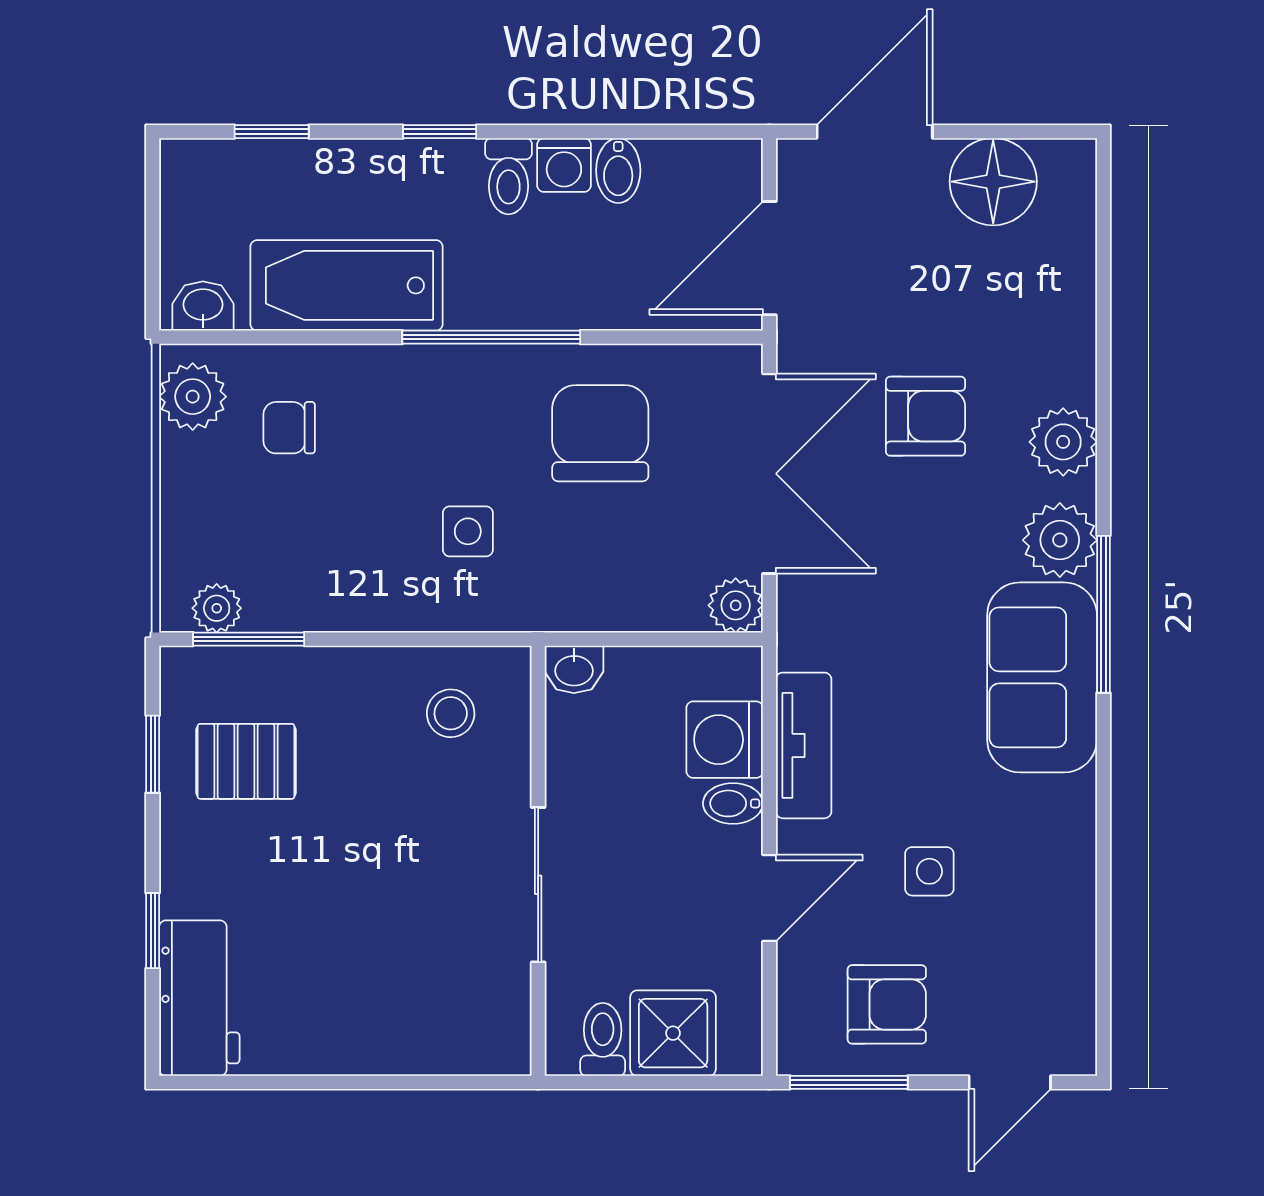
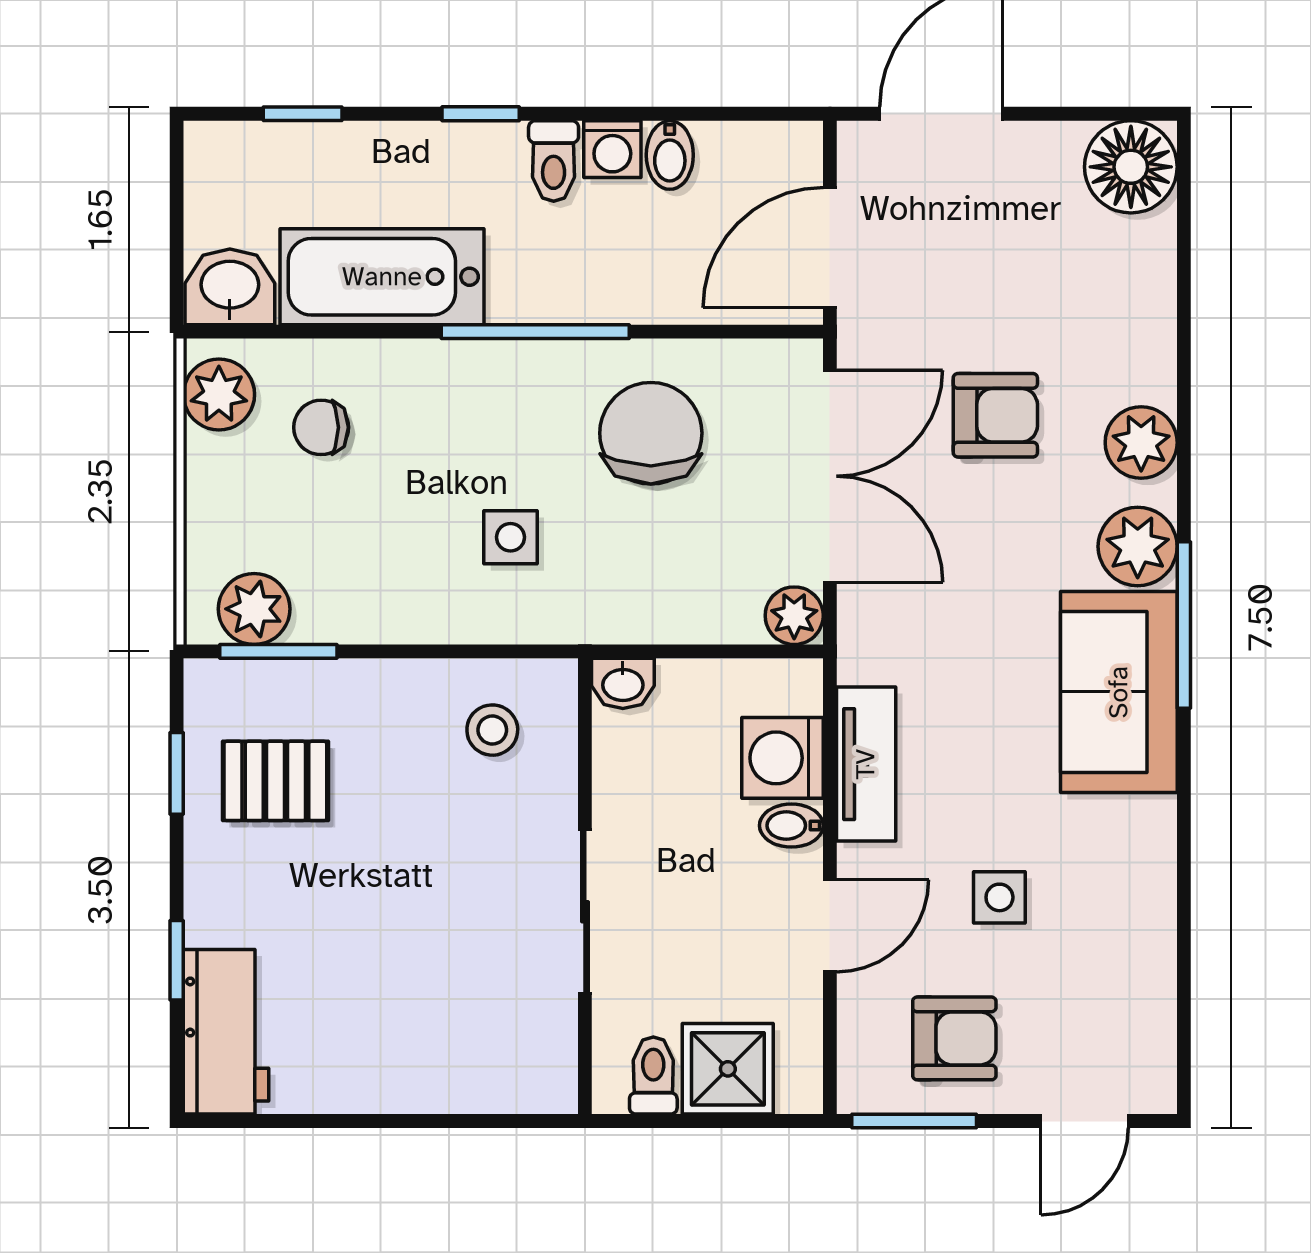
floor lamp: (993, 182) -> (1131, 167), moved
washbasin: (203, 306) -> (230, 287), width x1.38, depth x1.45
plant: (217, 608) -> (254, 609), width x1.38, depth x1.38

